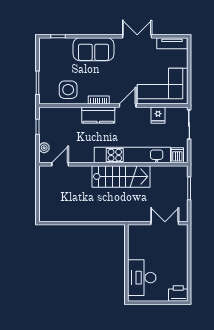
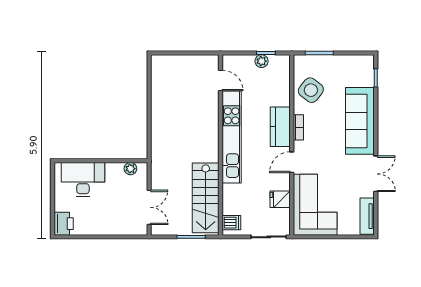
sofa: (94, 49) -> (360, 121), width x1.36
side table: (68, 90) -> (311, 90), turned 38
door: (128, 105) -> (292, 162), swing flipped
plant: (44, 148) -> (262, 61), moved
kitchen unit: (132, 155) -> (232, 137), moved
stairs: (121, 176) -> (206, 198), moved
plant: (133, 238) -> (130, 169), added

